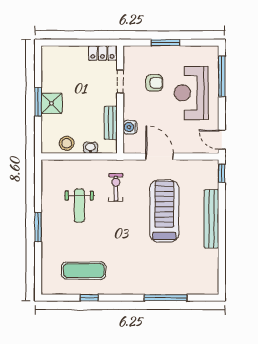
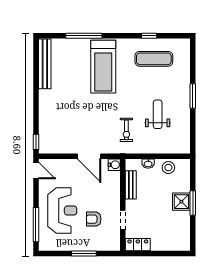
water cooler: (130, 127) -> (114, 165), moved
treadmill: (164, 211) -> (103, 67), moved
bench: (211, 219) -> (45, 64), moved

